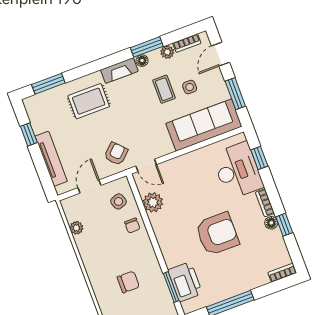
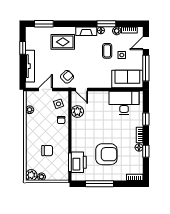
window: (235, 94) -> (146, 68), width x1.44
sofa: (204, 125) -> (127, 79), width x0.73
window: (259, 158) -> (146, 119), moved
desk: (238, 171) -> (124, 103), moved, turned -90
armchair: (217, 234) -> (106, 154), moved

